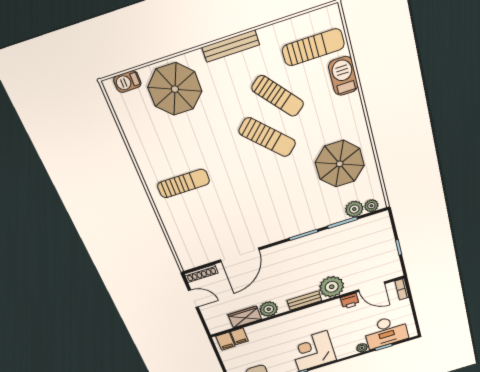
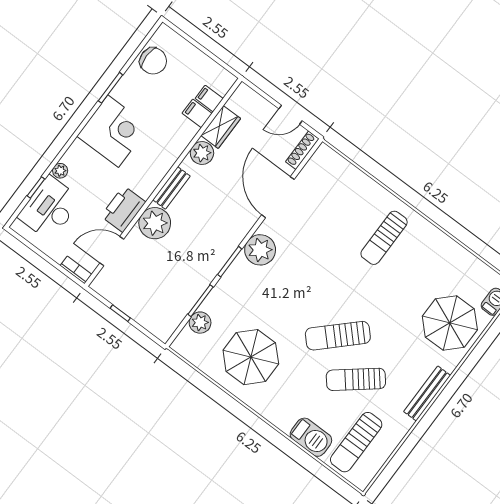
plant: (371, 206) -> (260, 250), moved, width x1.87, depth x1.87
printer: (350, 301) -> (123, 209), width x1.87, depth x1.48
filing cabinet: (225, 341) -> (197, 113), moved

